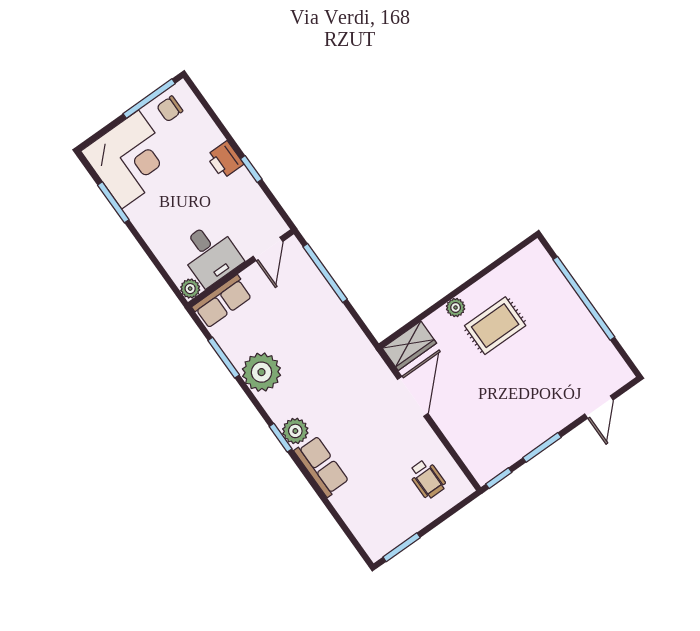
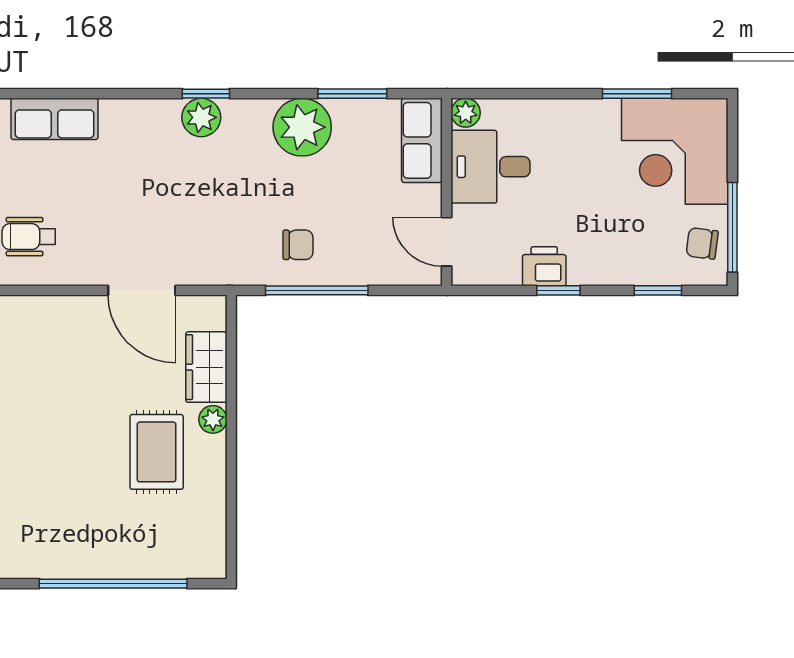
chair: (170, 109) -> (702, 243), turned -83
window: (213, 115) -> (658, 290), added
printer: (225, 160) -> (544, 266), moved
window: (325, 273) -> (317, 290), moved
chair: (327, 329) -> (298, 245), added
wardrobe: (409, 346) -> (206, 367), moved
row of seats: (322, 466) -> (54, 119), moved

